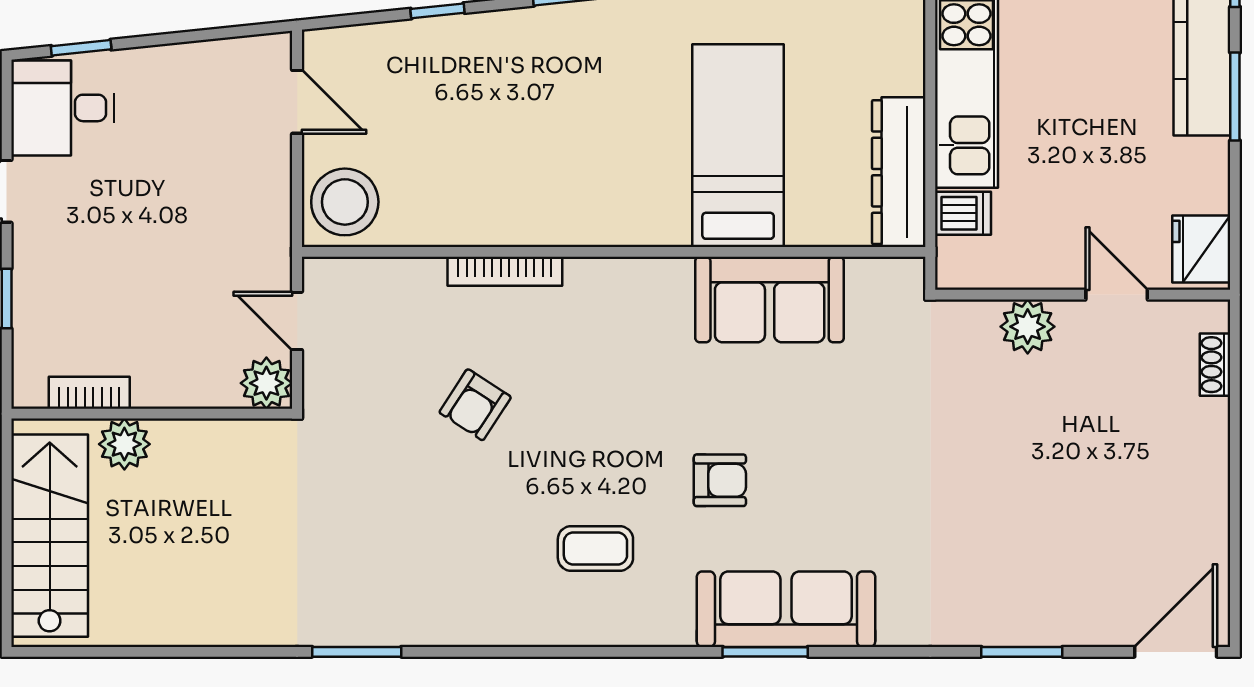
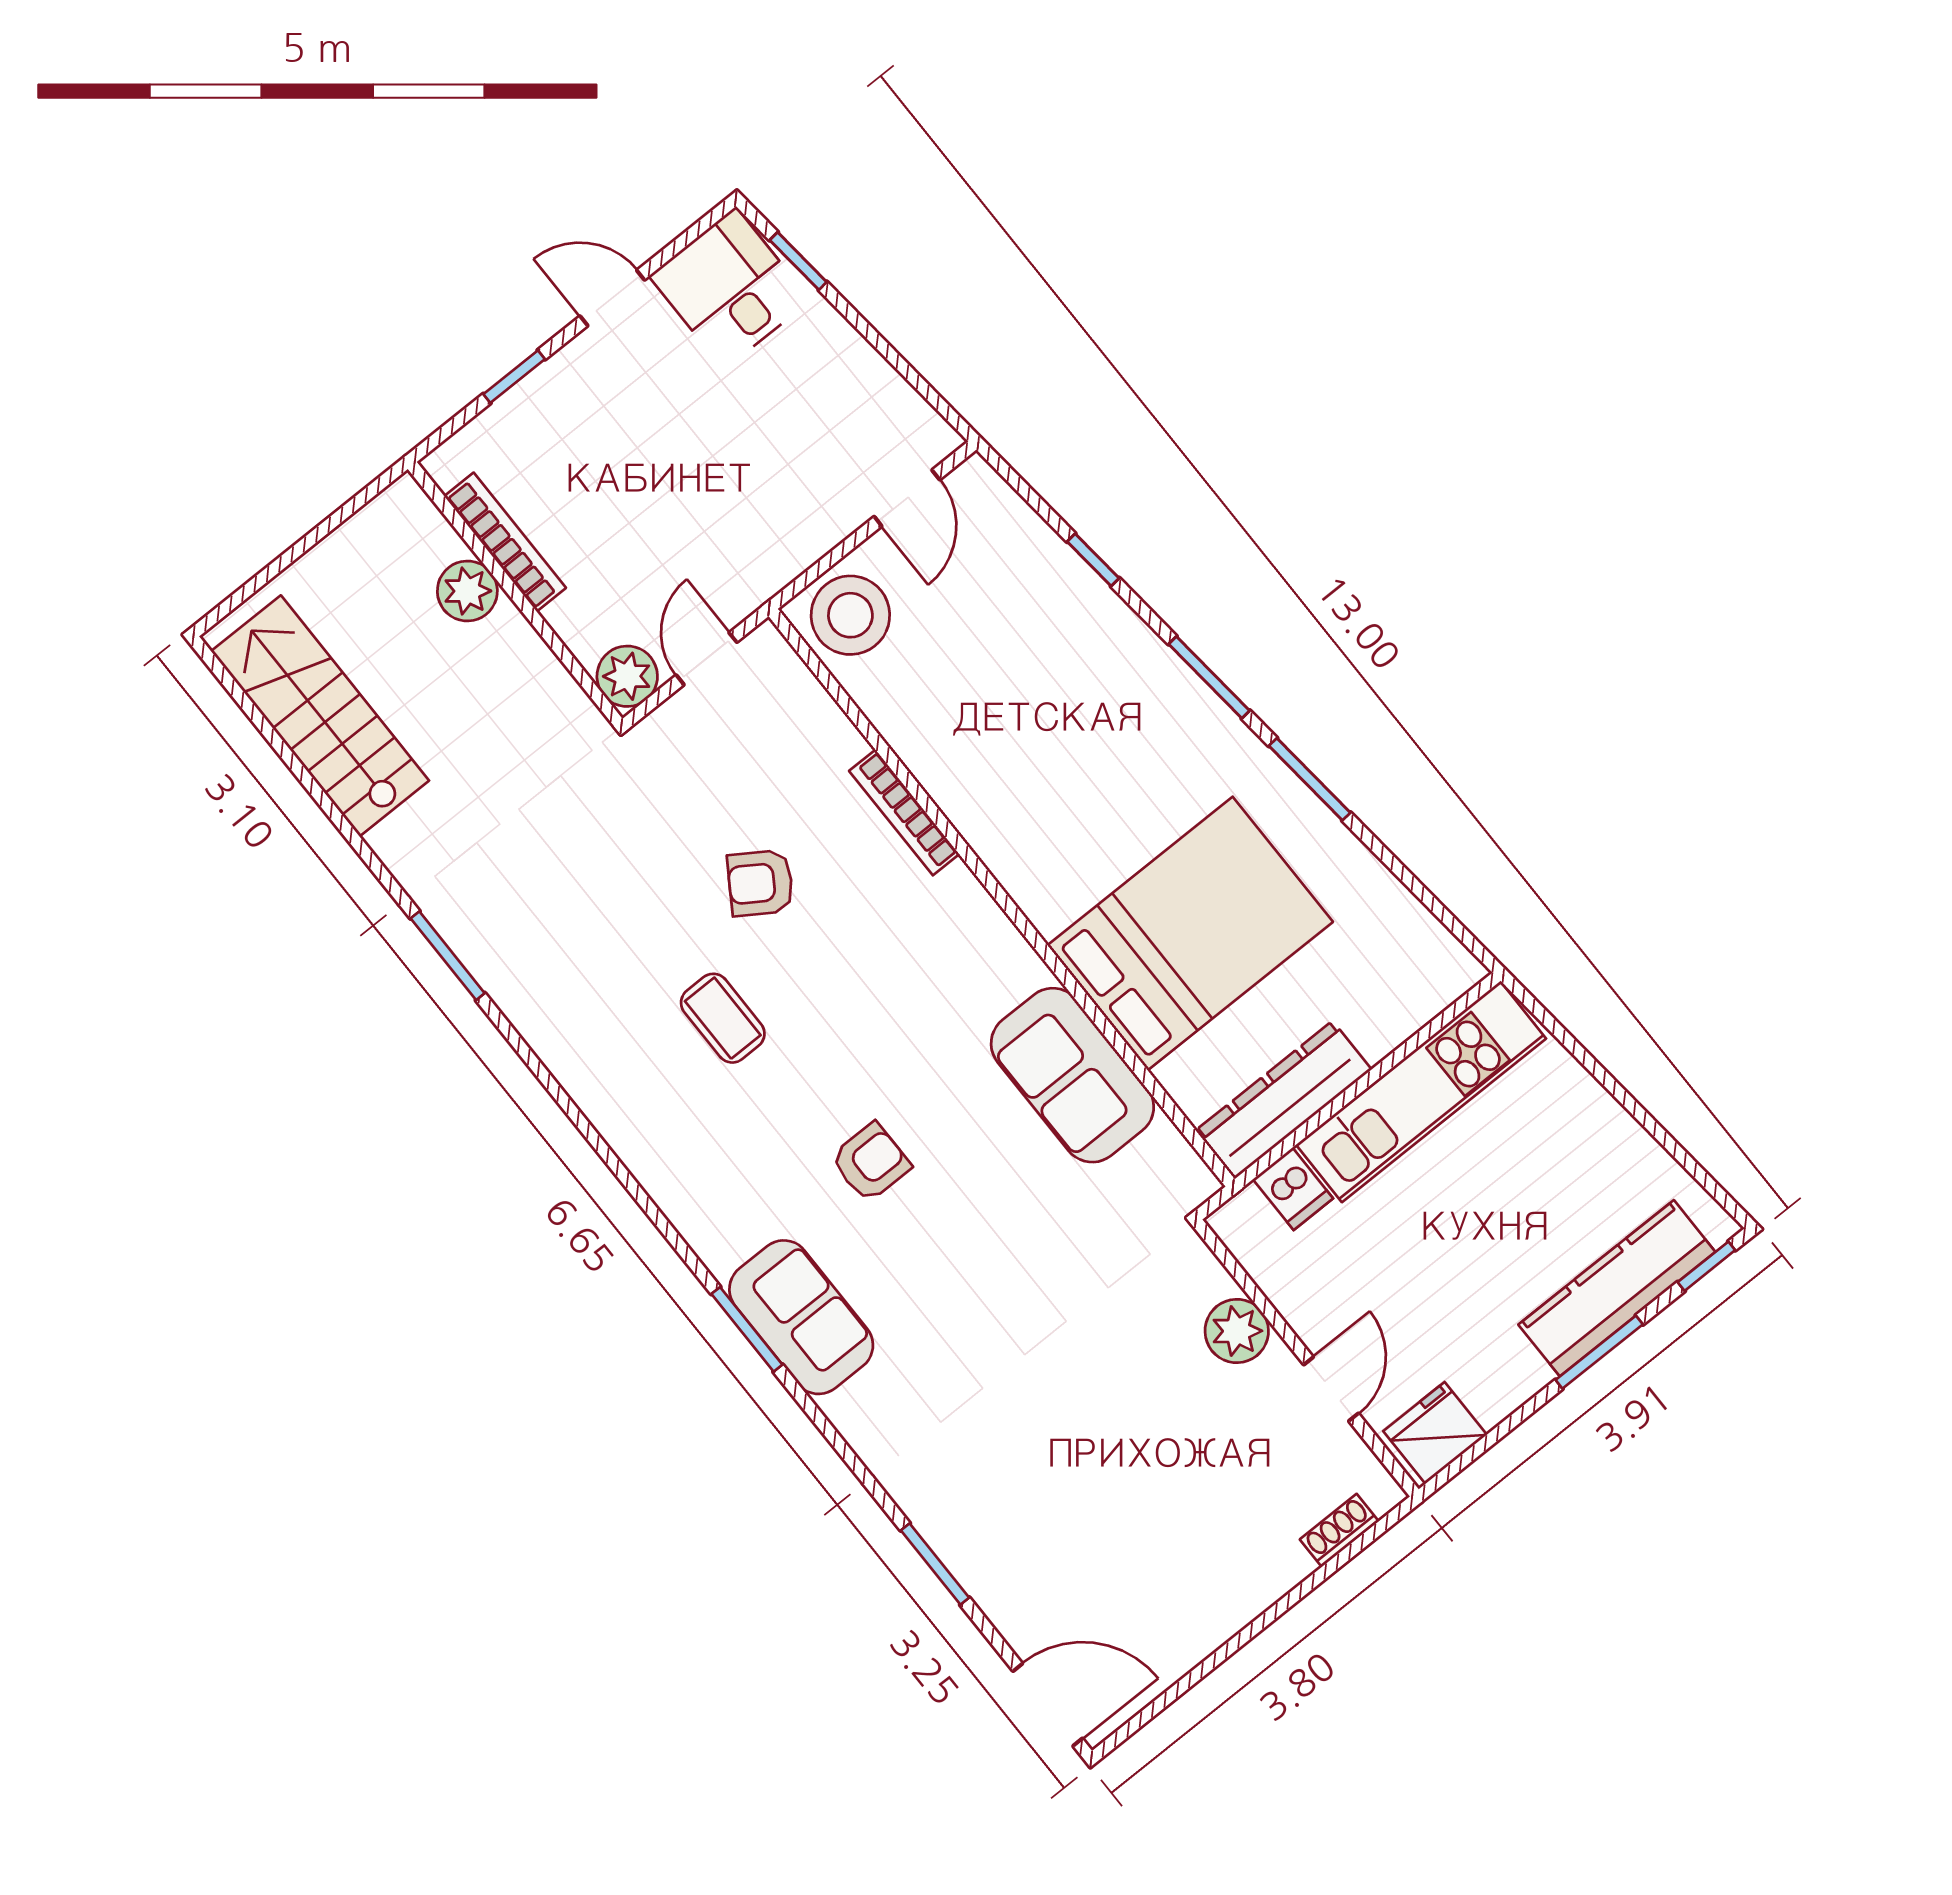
bed: (738, 146) -> (1190, 934), width x1.50
bookcase: (89, 393) -> (505, 542), width x1.56
armchair: (720, 480) -> (871, 1162), turned -90
stairs: (50, 536) -> (320, 716), moved, turned -90
coffee table: (595, 548) -> (723, 1018), moved
sofa: (786, 609) -> (801, 1317), width x0.73

